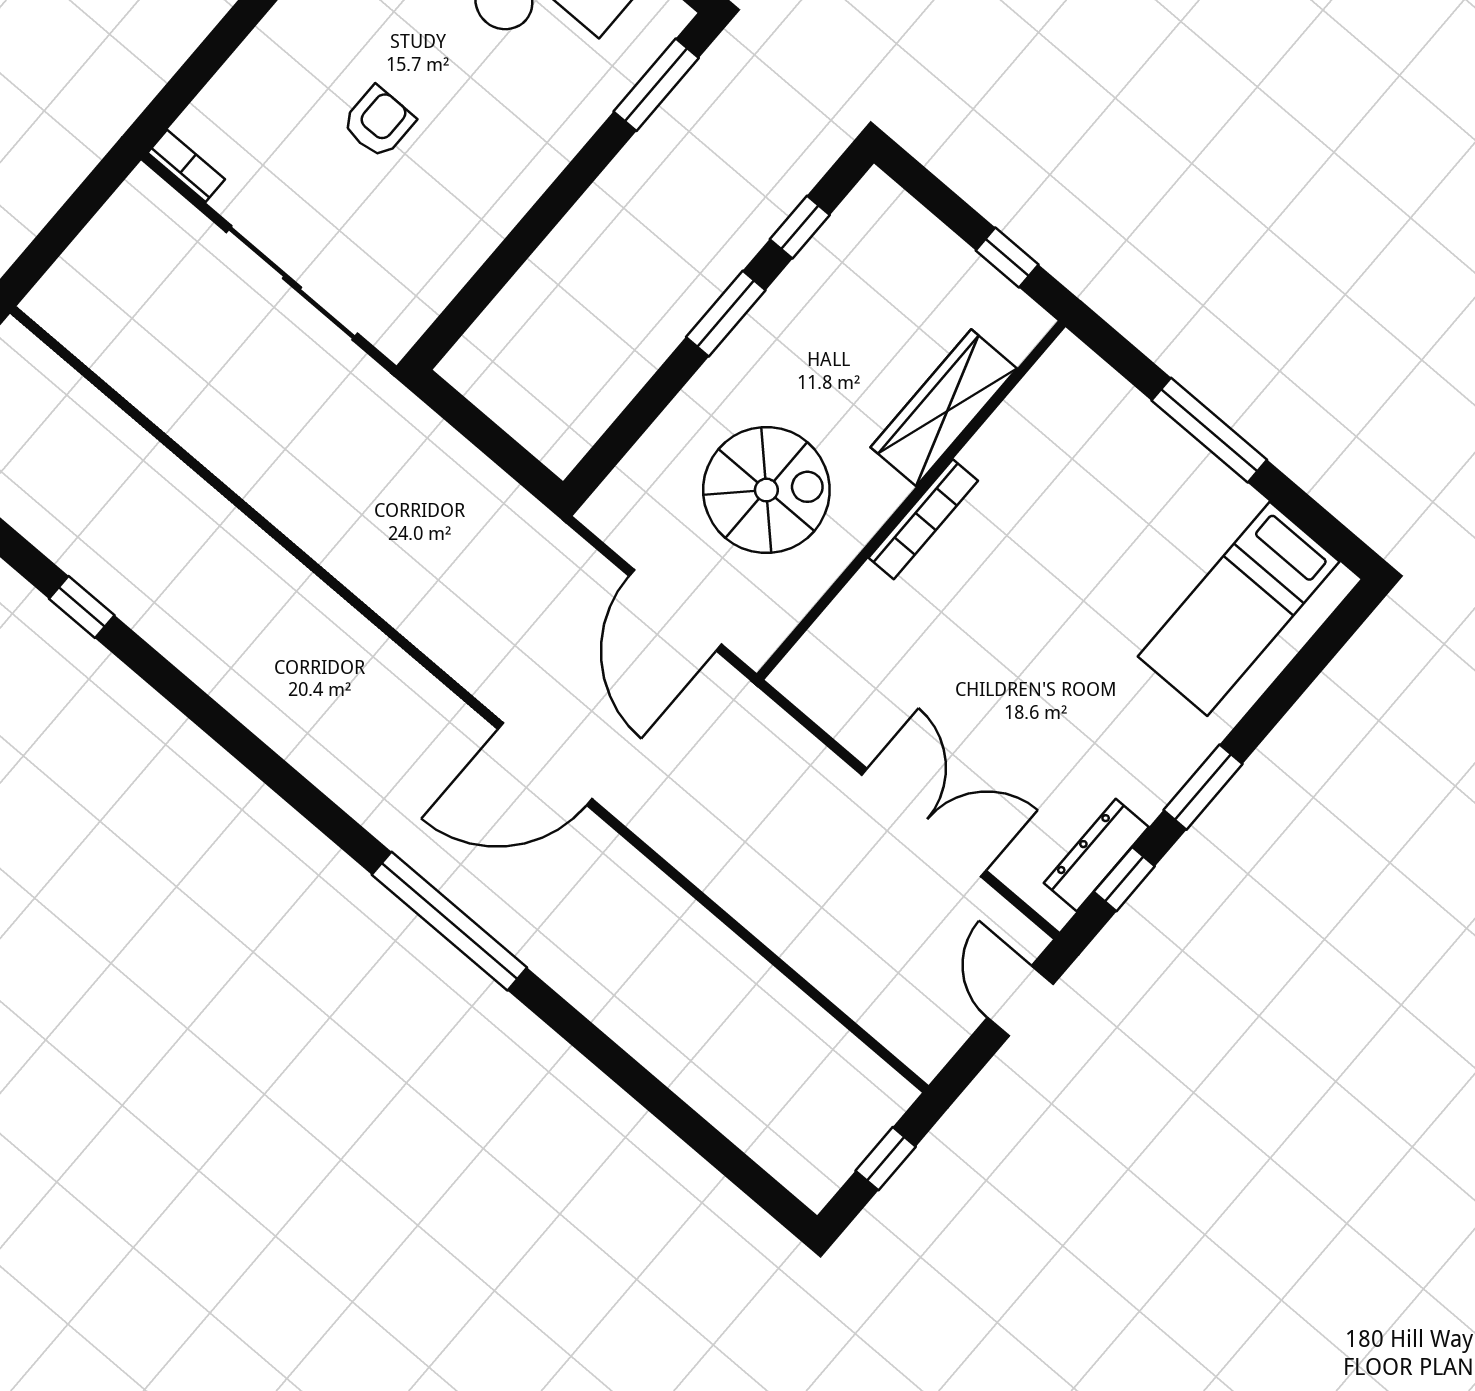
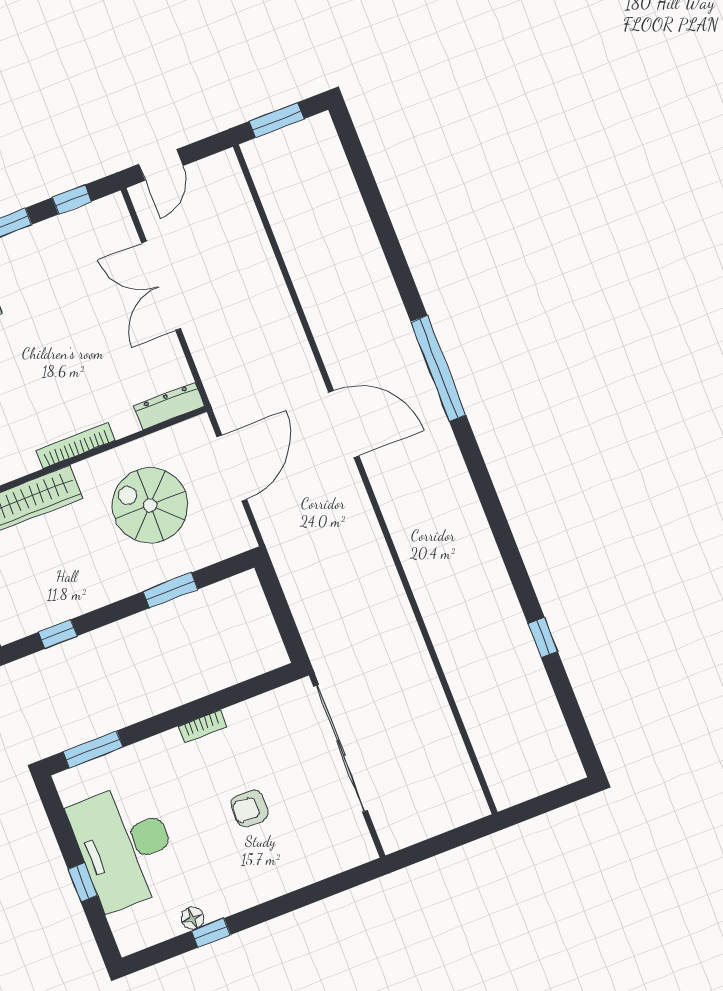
bookcase: (186, 166) -> (202, 727), moved, turned -90
sliding door: (292, 283) -> (341, 748), width x1.36
window: (726, 314) -> (170, 590), moved
dresser: (1096, 855) -> (169, 406), moved, turned 180
window: (886, 1159) -> (276, 120), width x1.50

